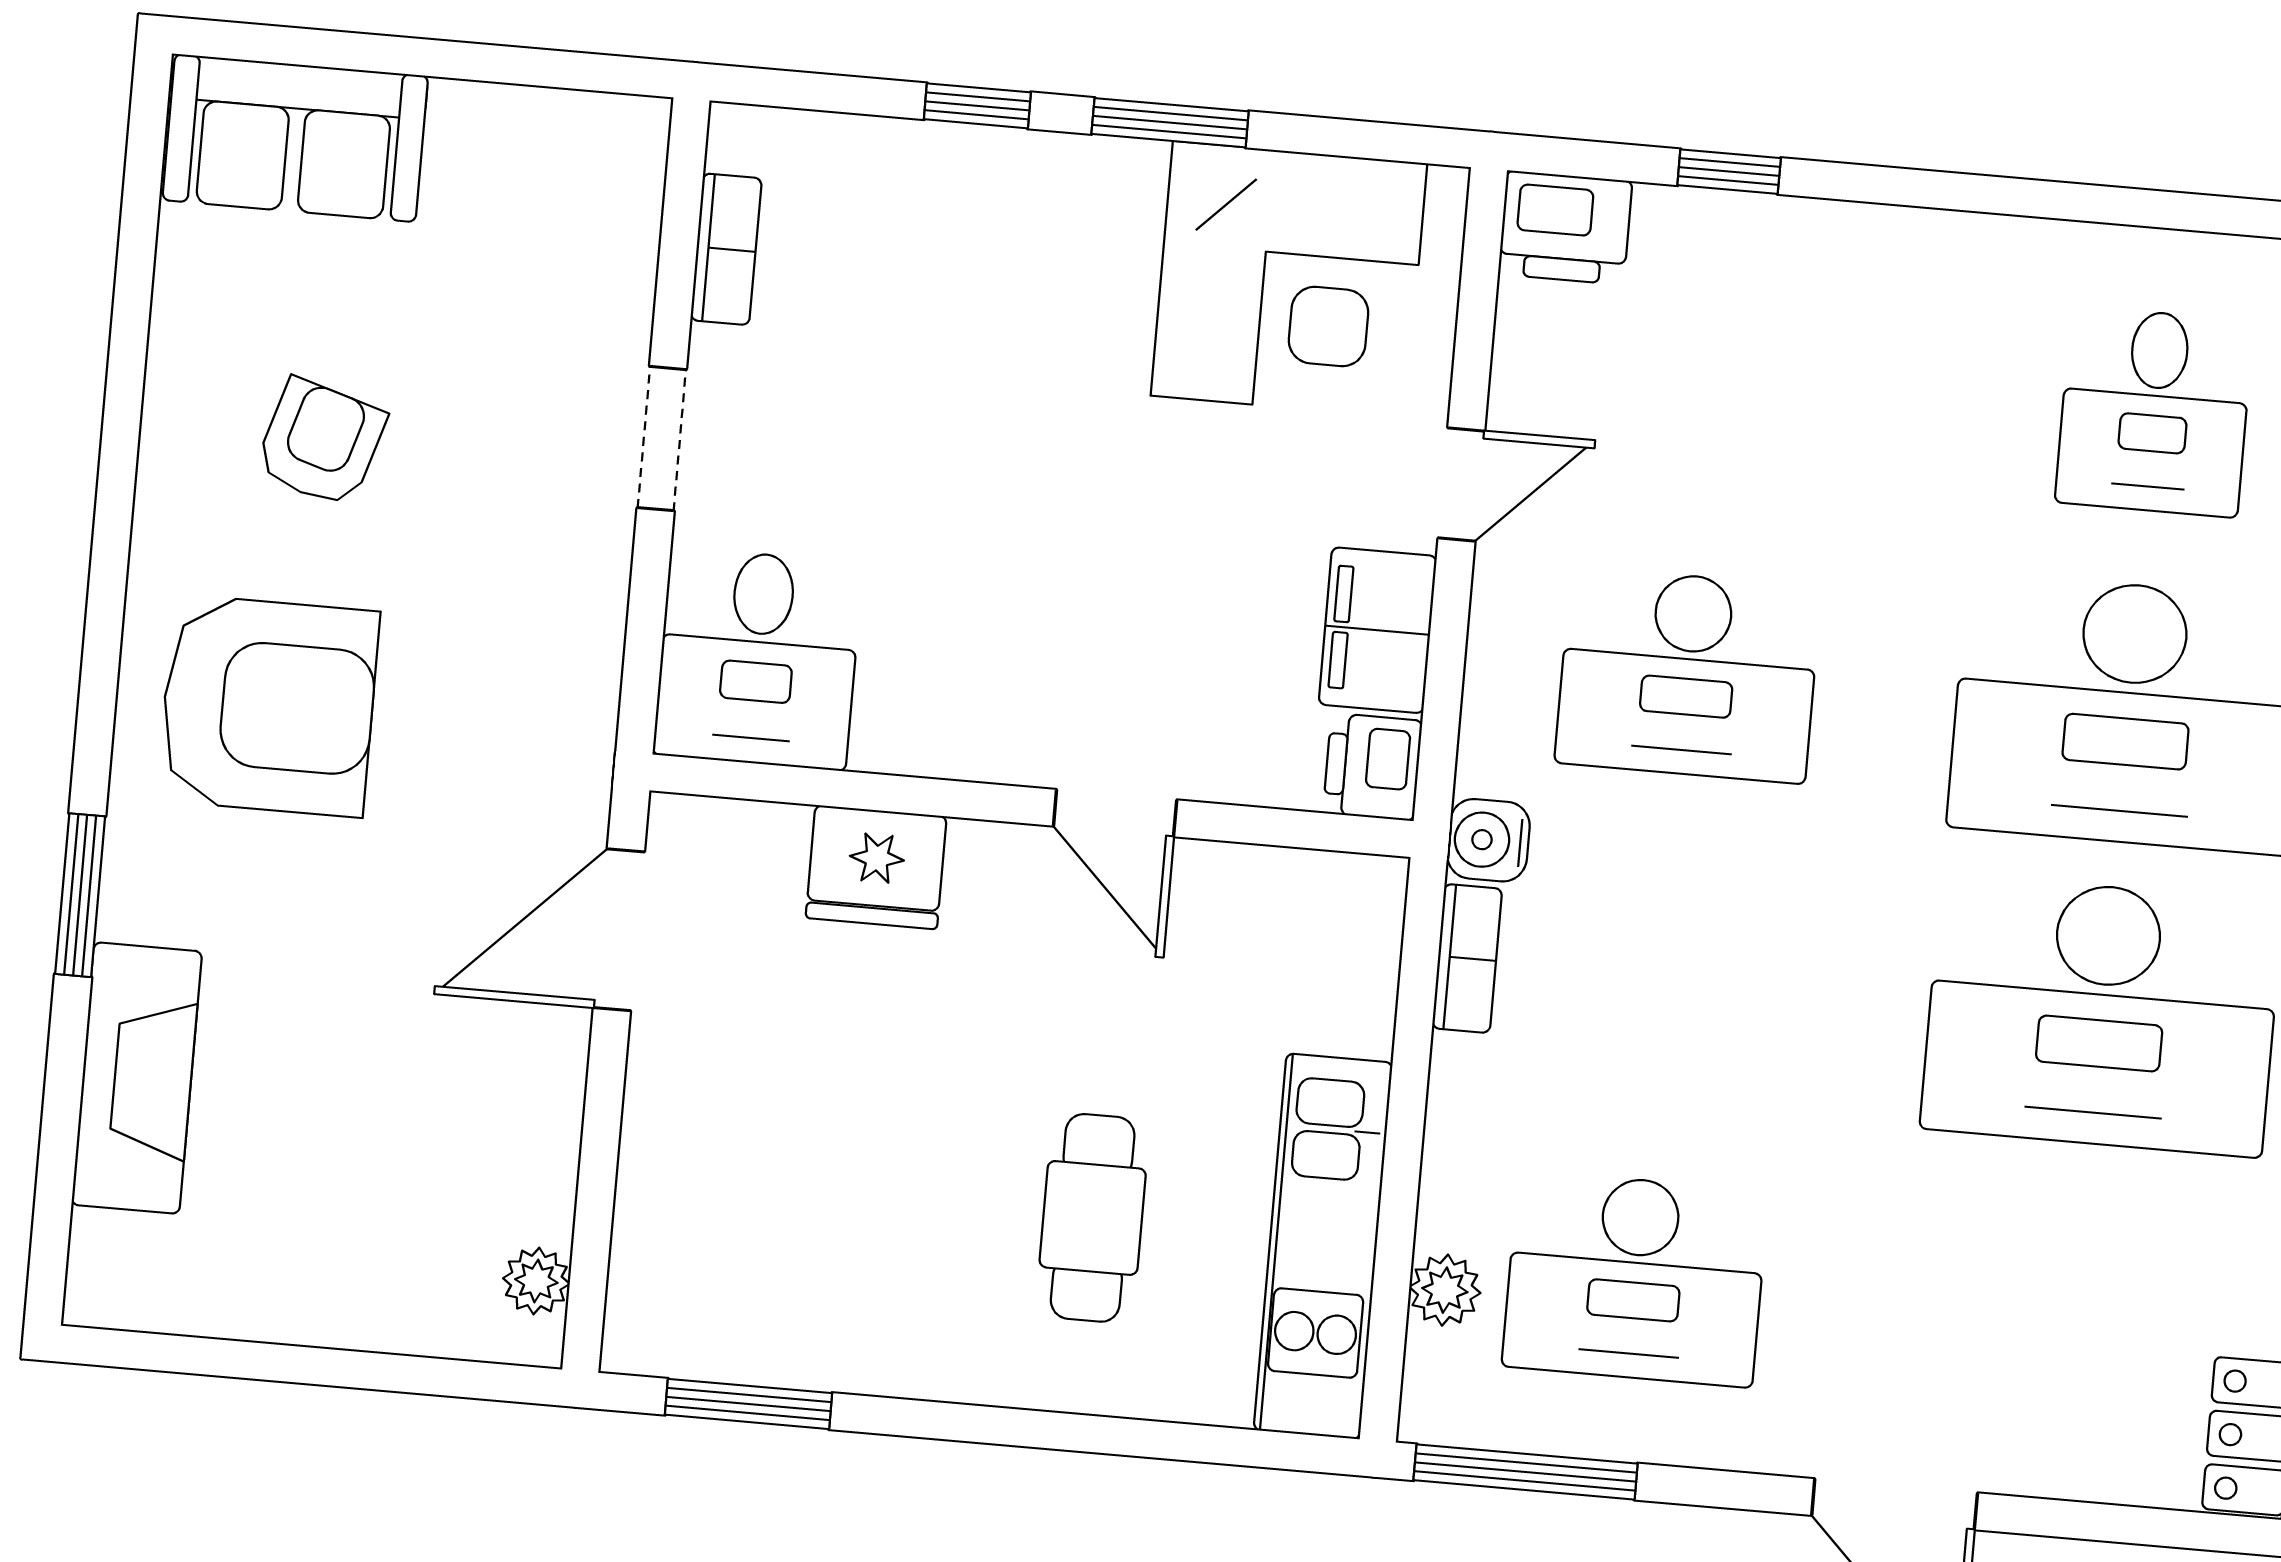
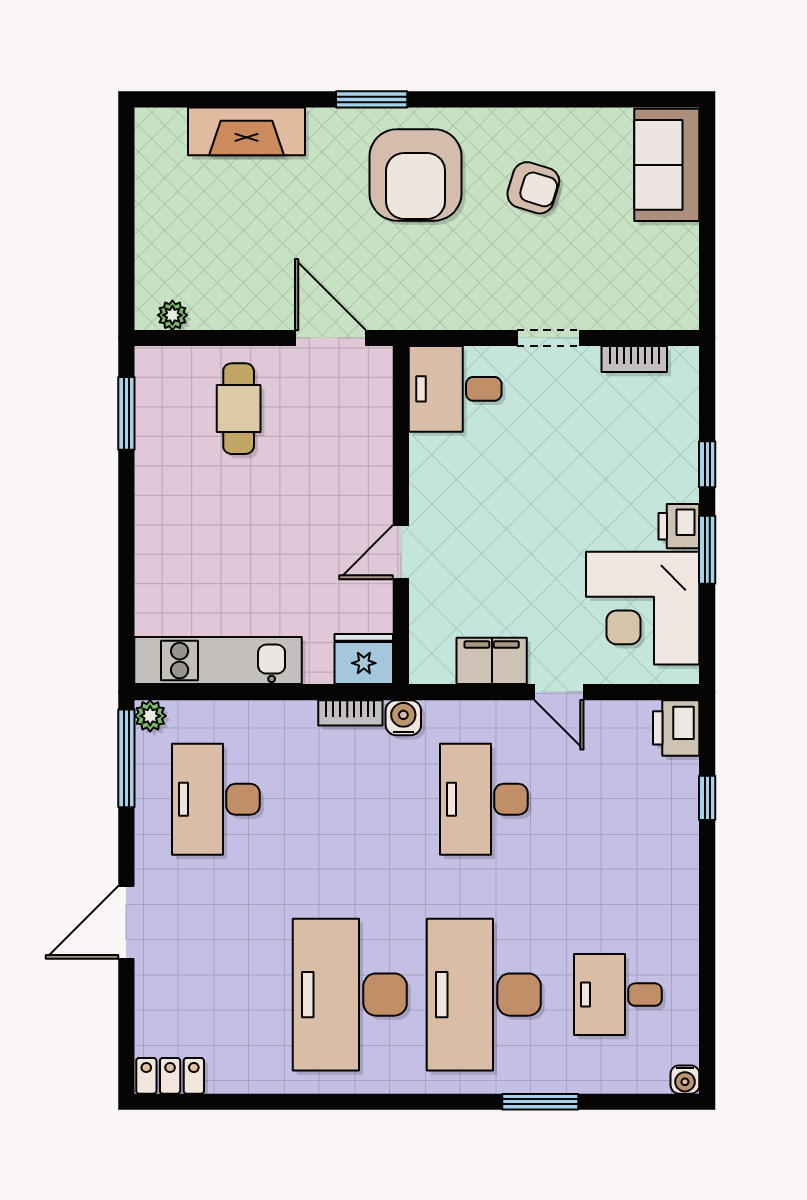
printer: (1373, 767) -> (679, 526), moved, turned -90
fridge: (876, 867) -> (364, 659), moved, turned 90
window: (80, 895) -> (372, 99), moved
cafe table: (1093, 1218) -> (239, 409), moved, turned 90
plant: (1445, 1290) -> (150, 716), moved

